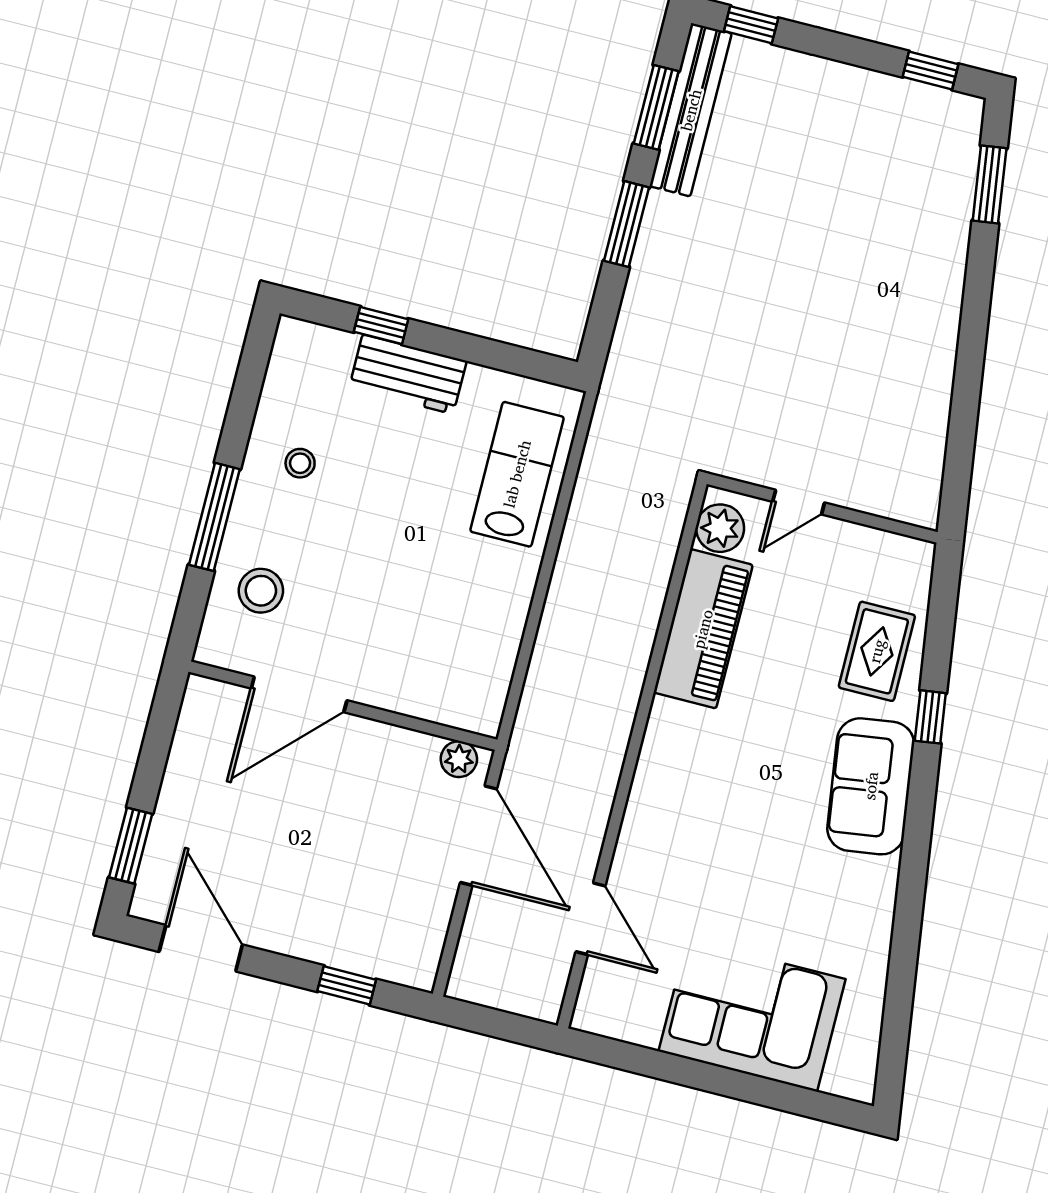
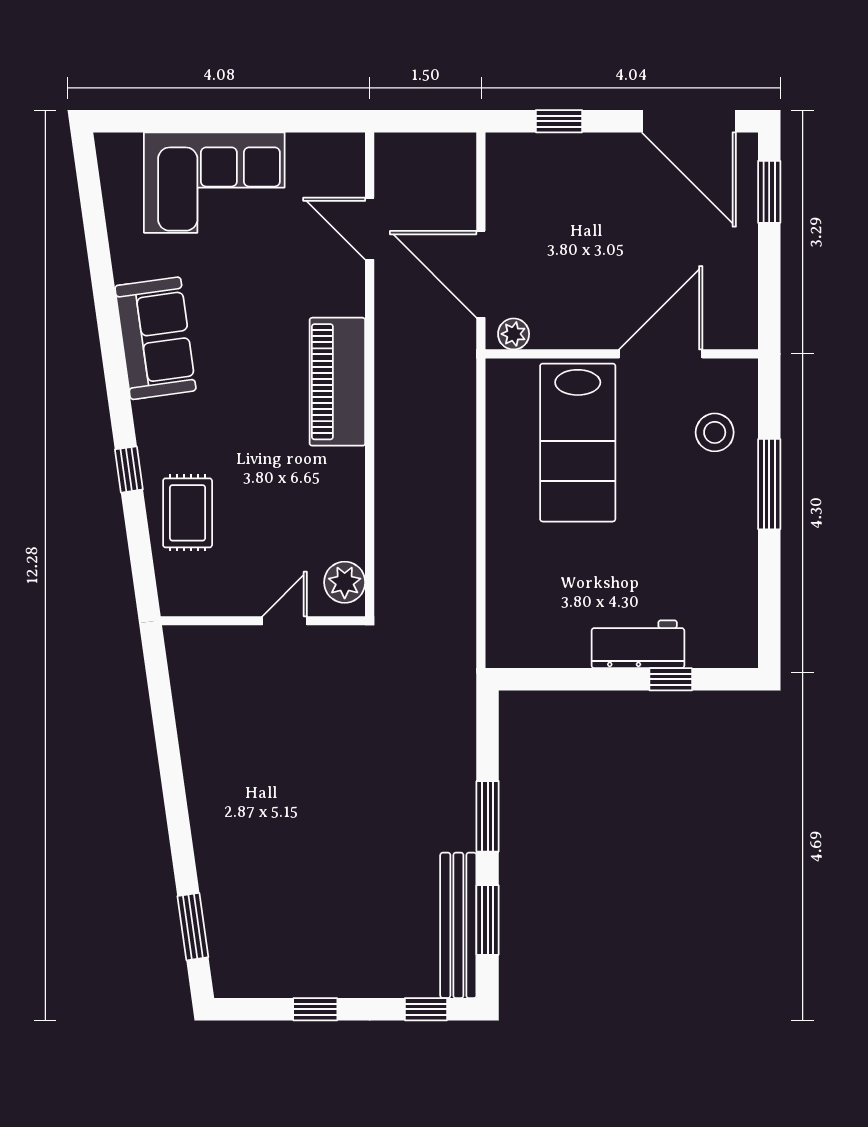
window: (930, 70) -> (315, 1009), moved
stool: (300, 463) -> (709, 547), removed
lab bench: (517, 474) -> (578, 443), moved, width x1.36, depth x1.39
piano: (703, 629) -> (337, 382), moved
sofa: (871, 786) -> (155, 338), moved
door: (201, 948) -> (689, 121), width x1.36

